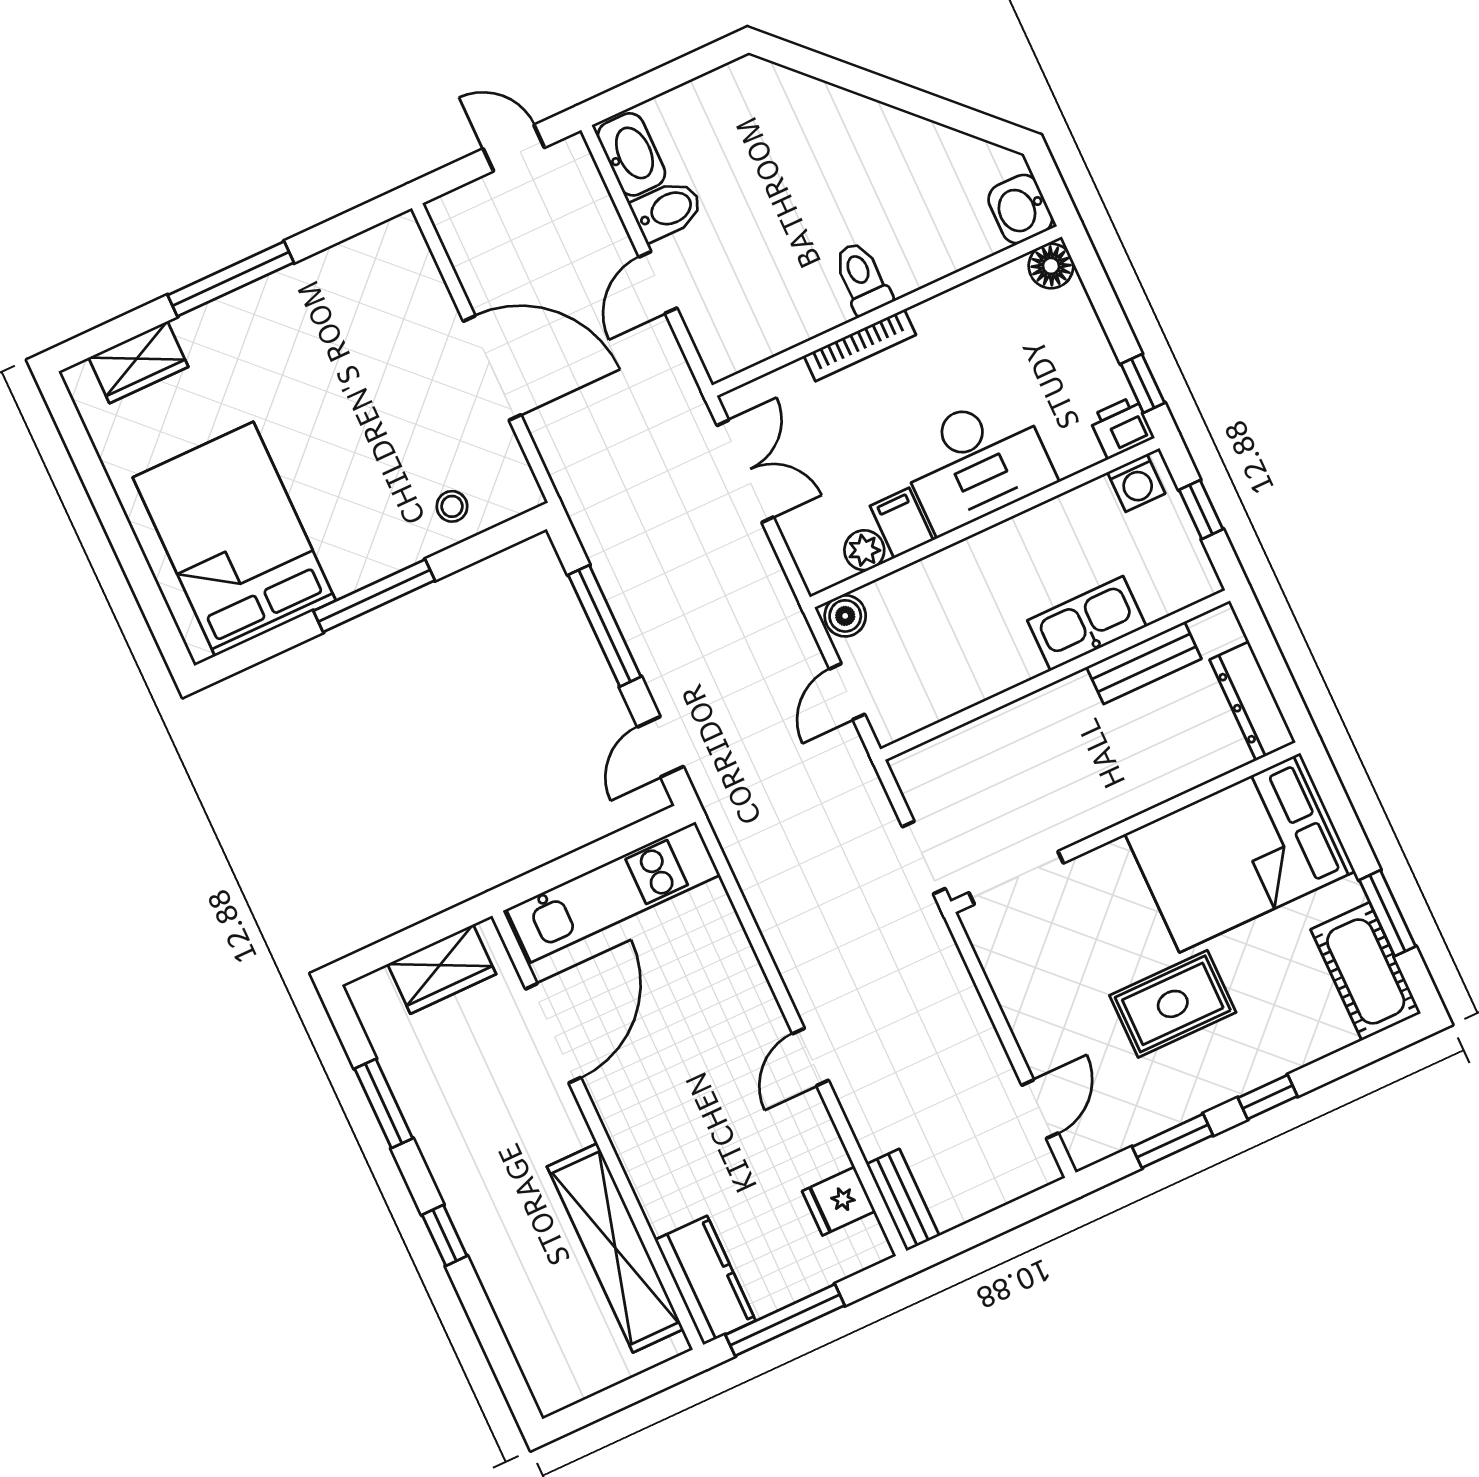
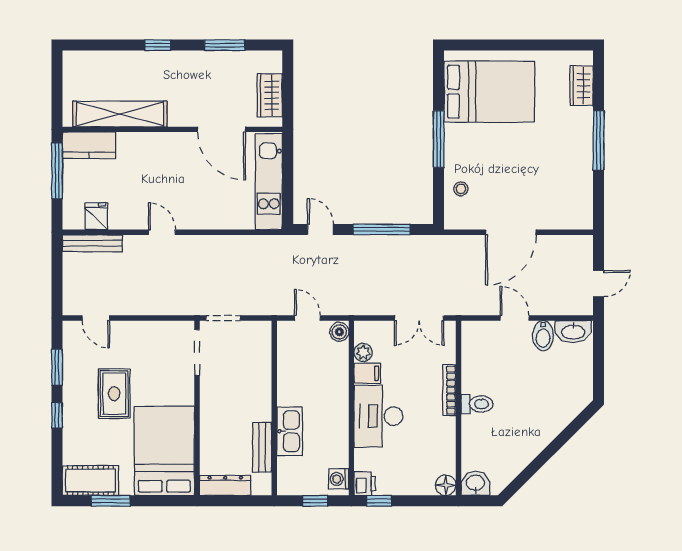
bench: (903, 1200) -> (92, 243), width x1.36

